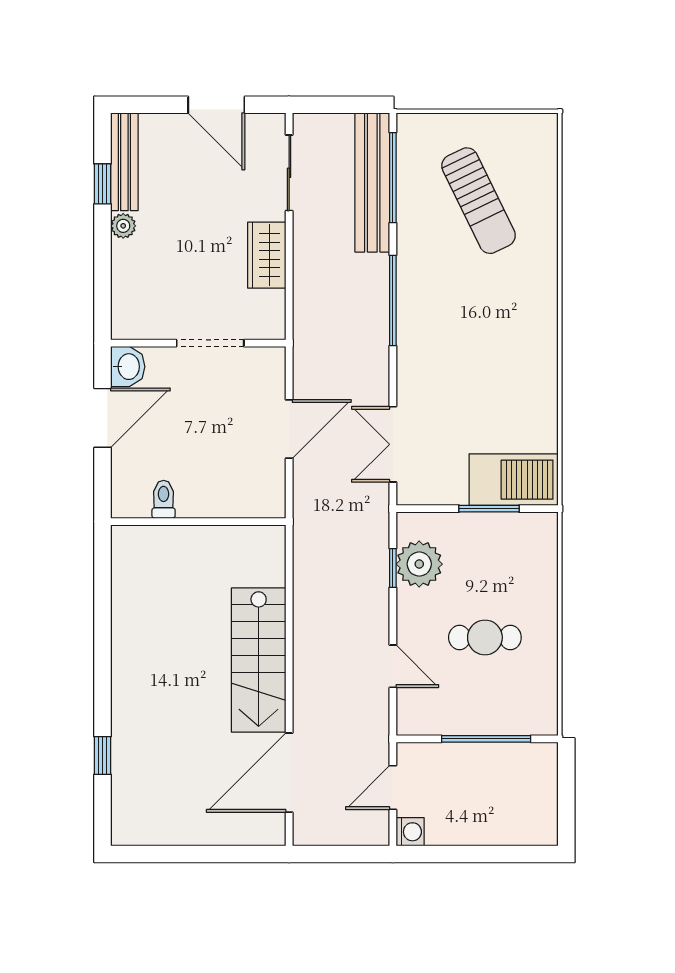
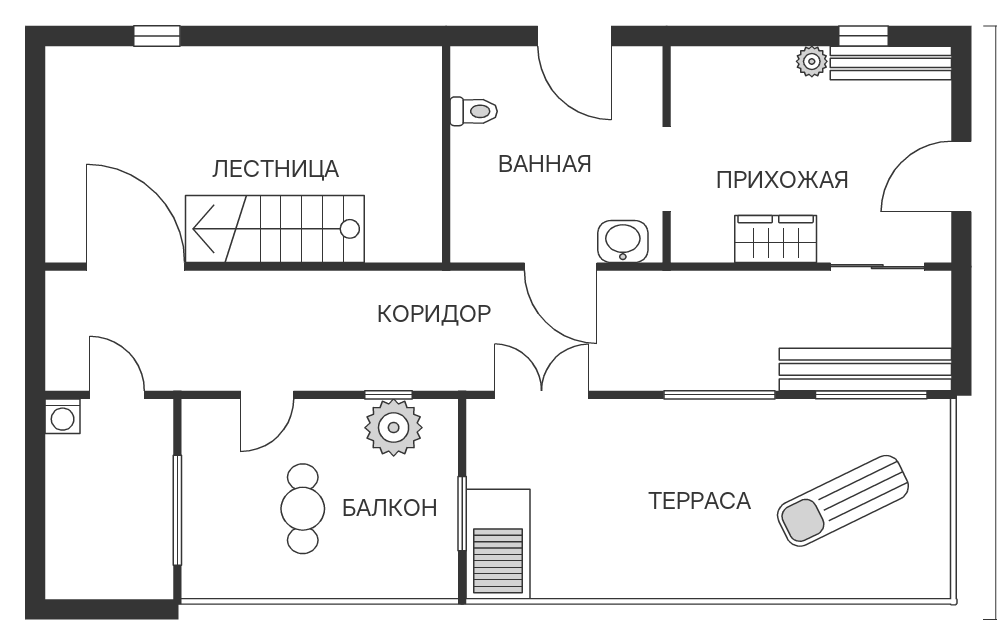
washbasin: (128, 367) -> (623, 241), moved, turned 180

